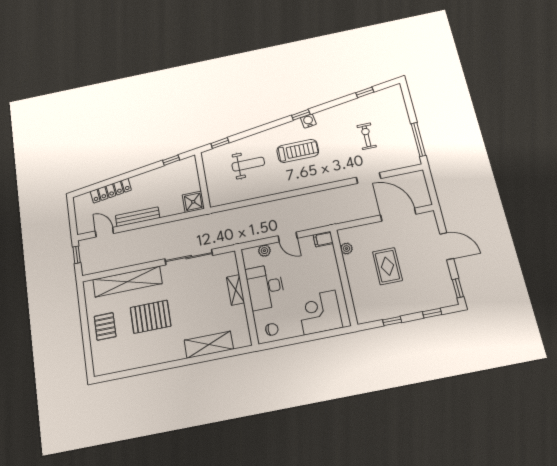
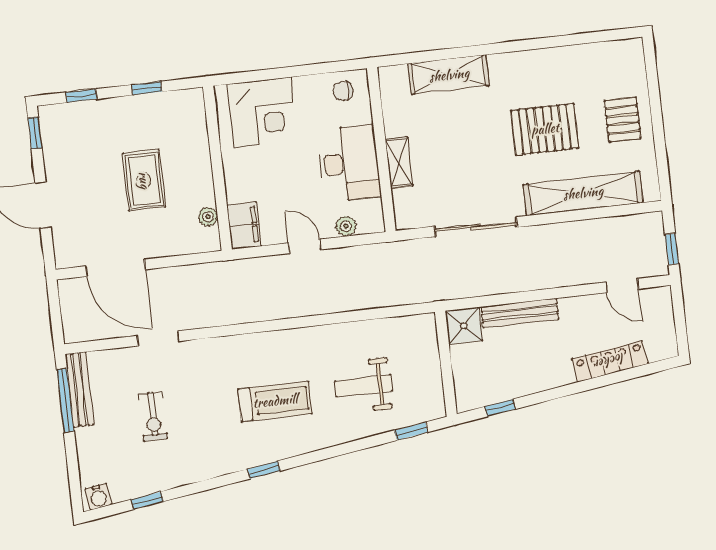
water cooler: (308, 121) -> (98, 497), moved
bench: (411, 146) -> (79, 389), added
treadmill: (298, 151) -> (275, 401), turned 180
bench: (138, 217) -> (520, 313), moved
filing cabinet: (323, 239) -> (244, 226), width x2.00

